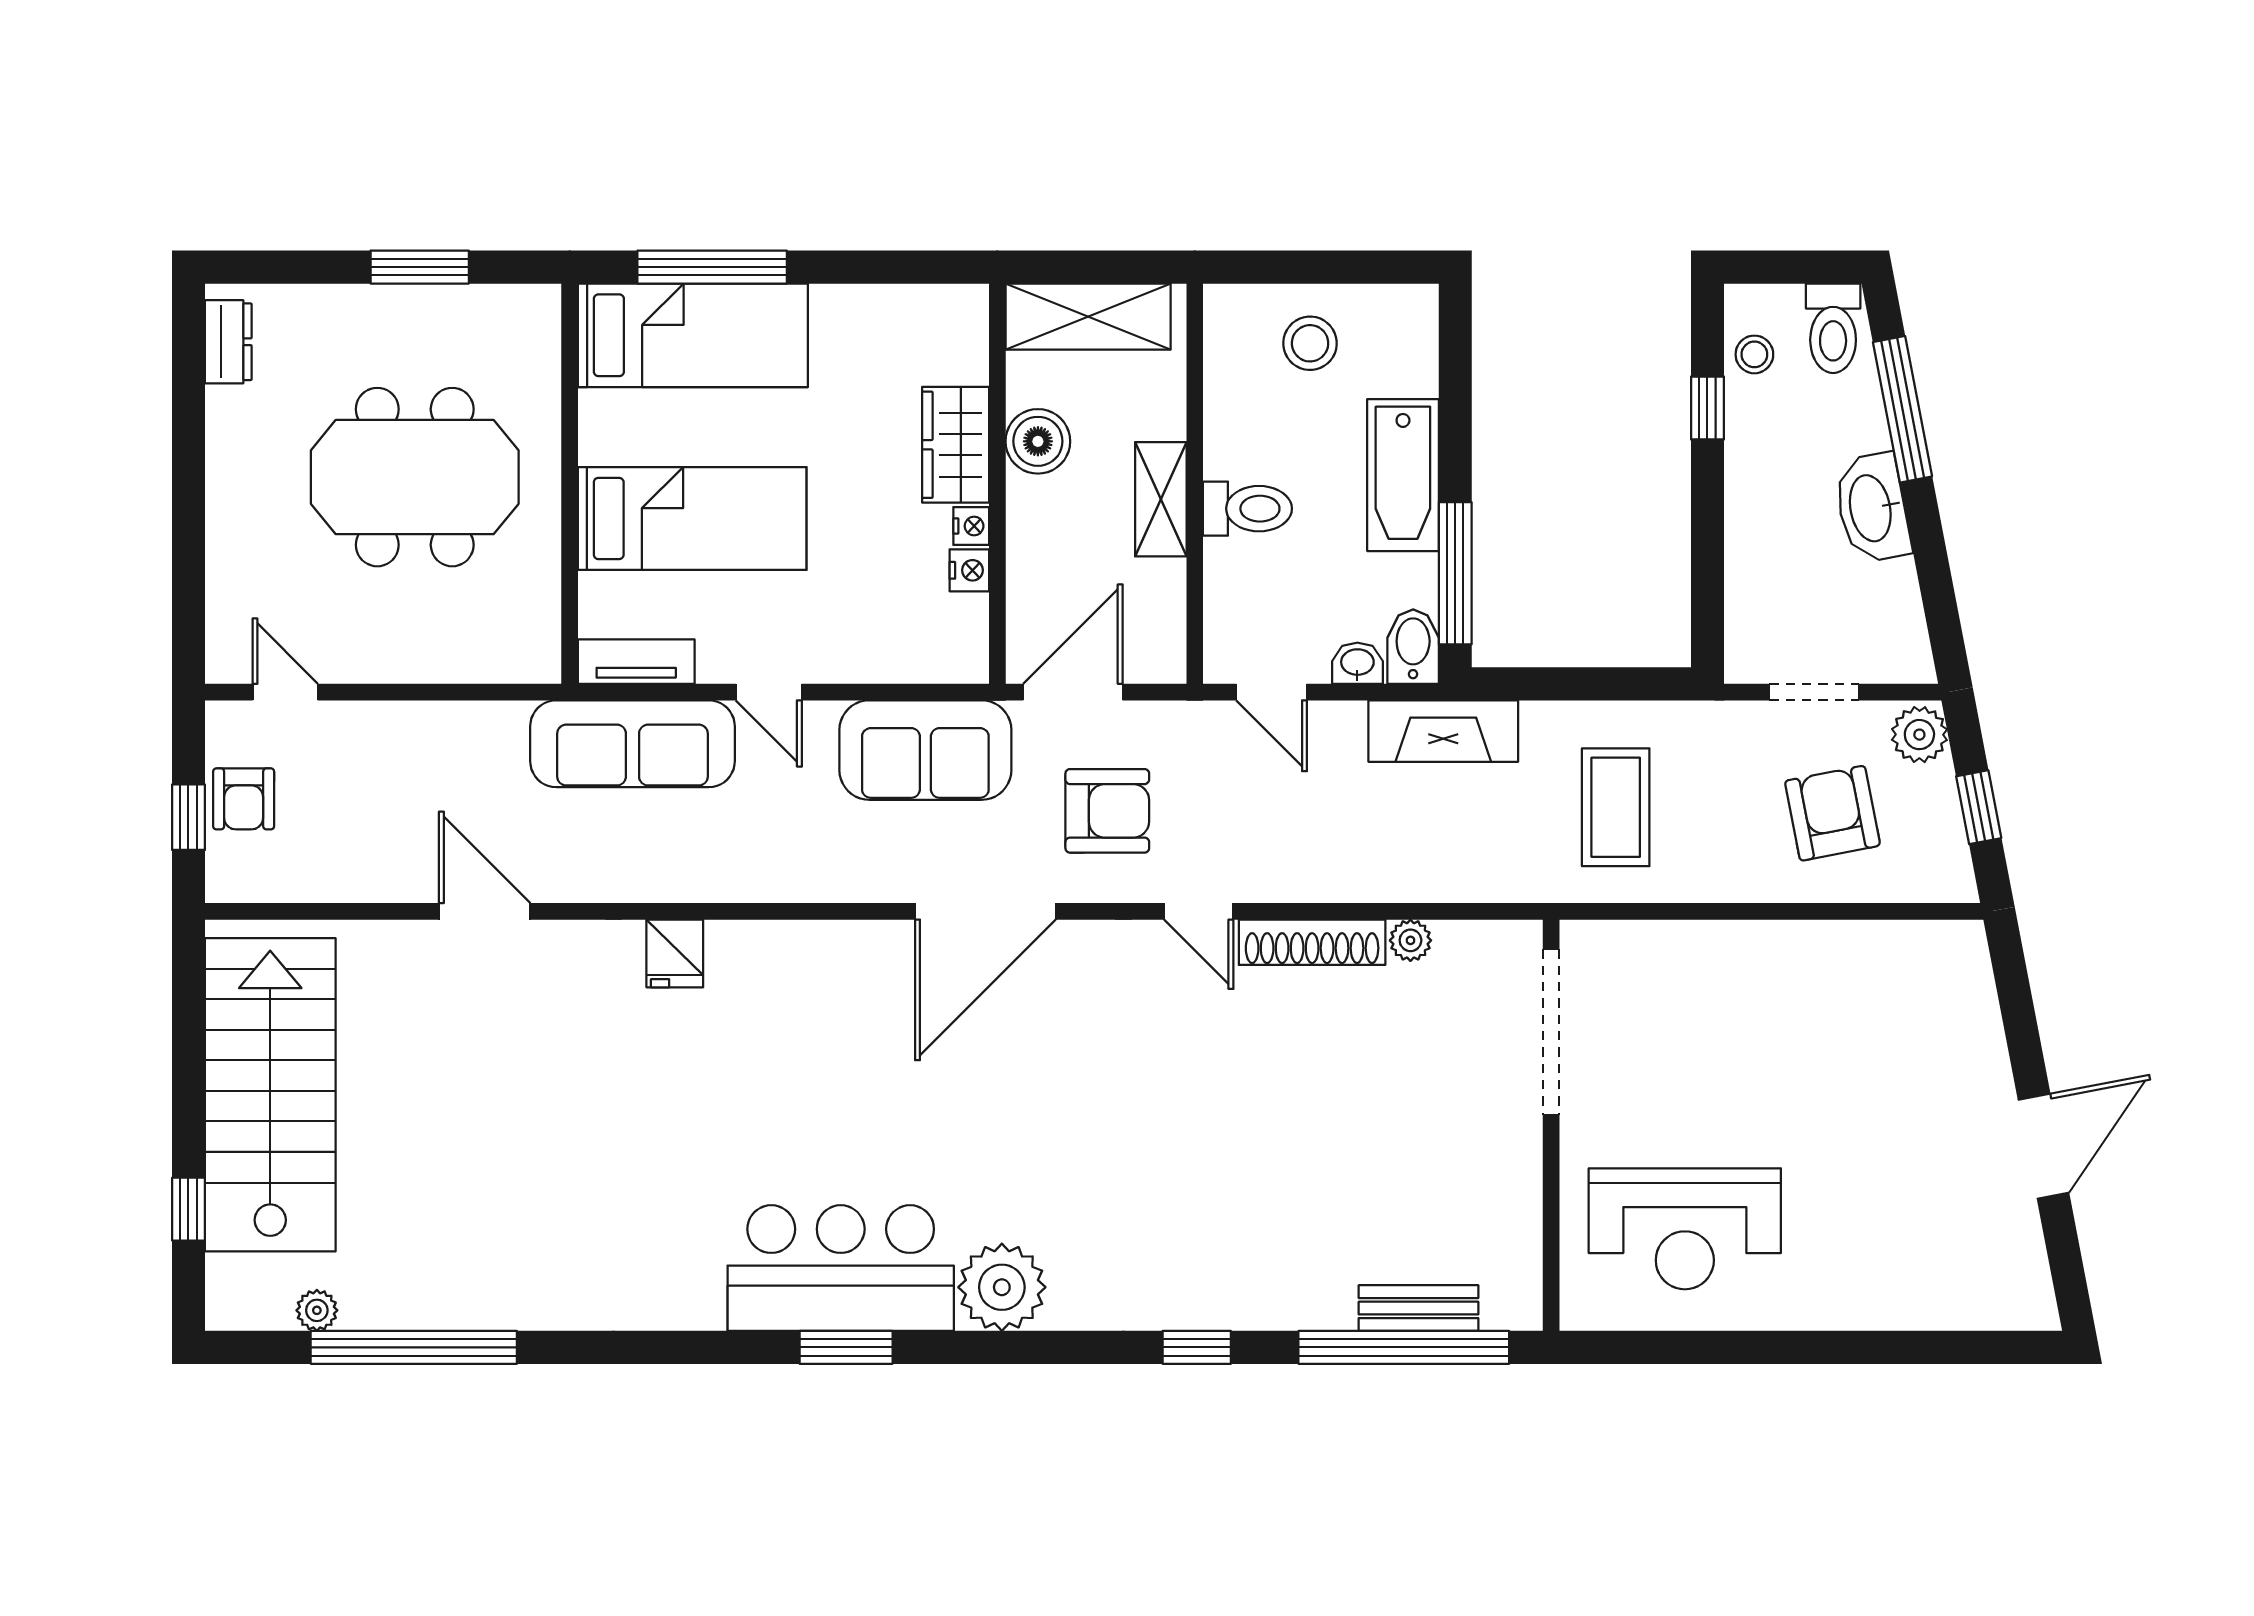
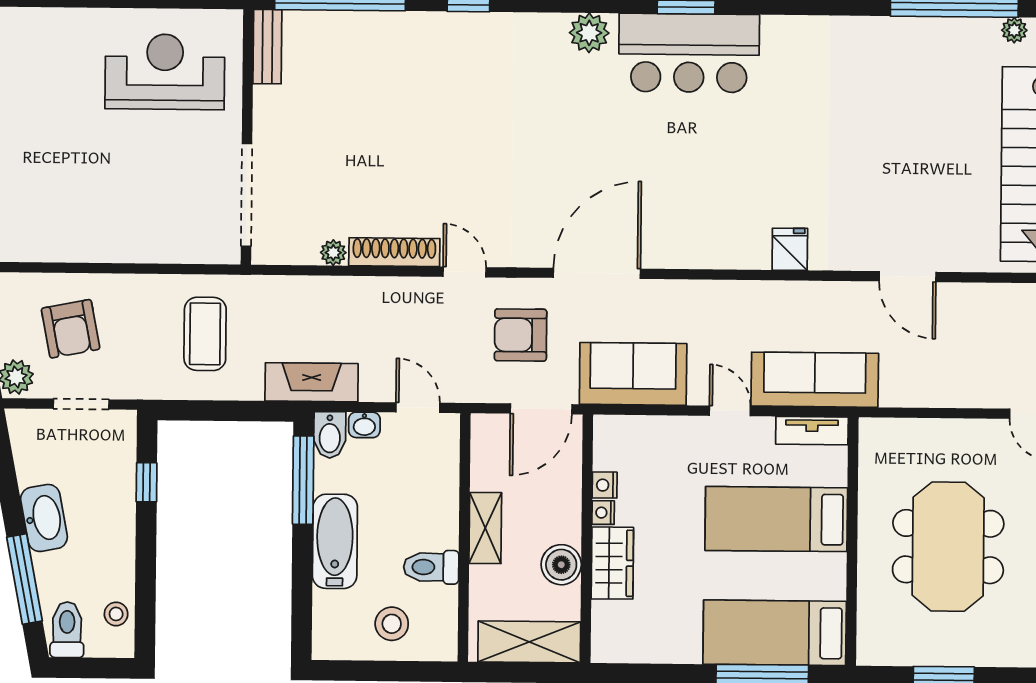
window: (1707, 408) -> (147, 482), moved
meeting table: (415, 477) -> (948, 547), turned 90
toilet: (1247, 509) -> (431, 567), moved
plant: (1002, 1287) -> (589, 33), width x0.73, depth x0.73
bench: (1418, 1308) -> (267, 47), moved, turned 90

